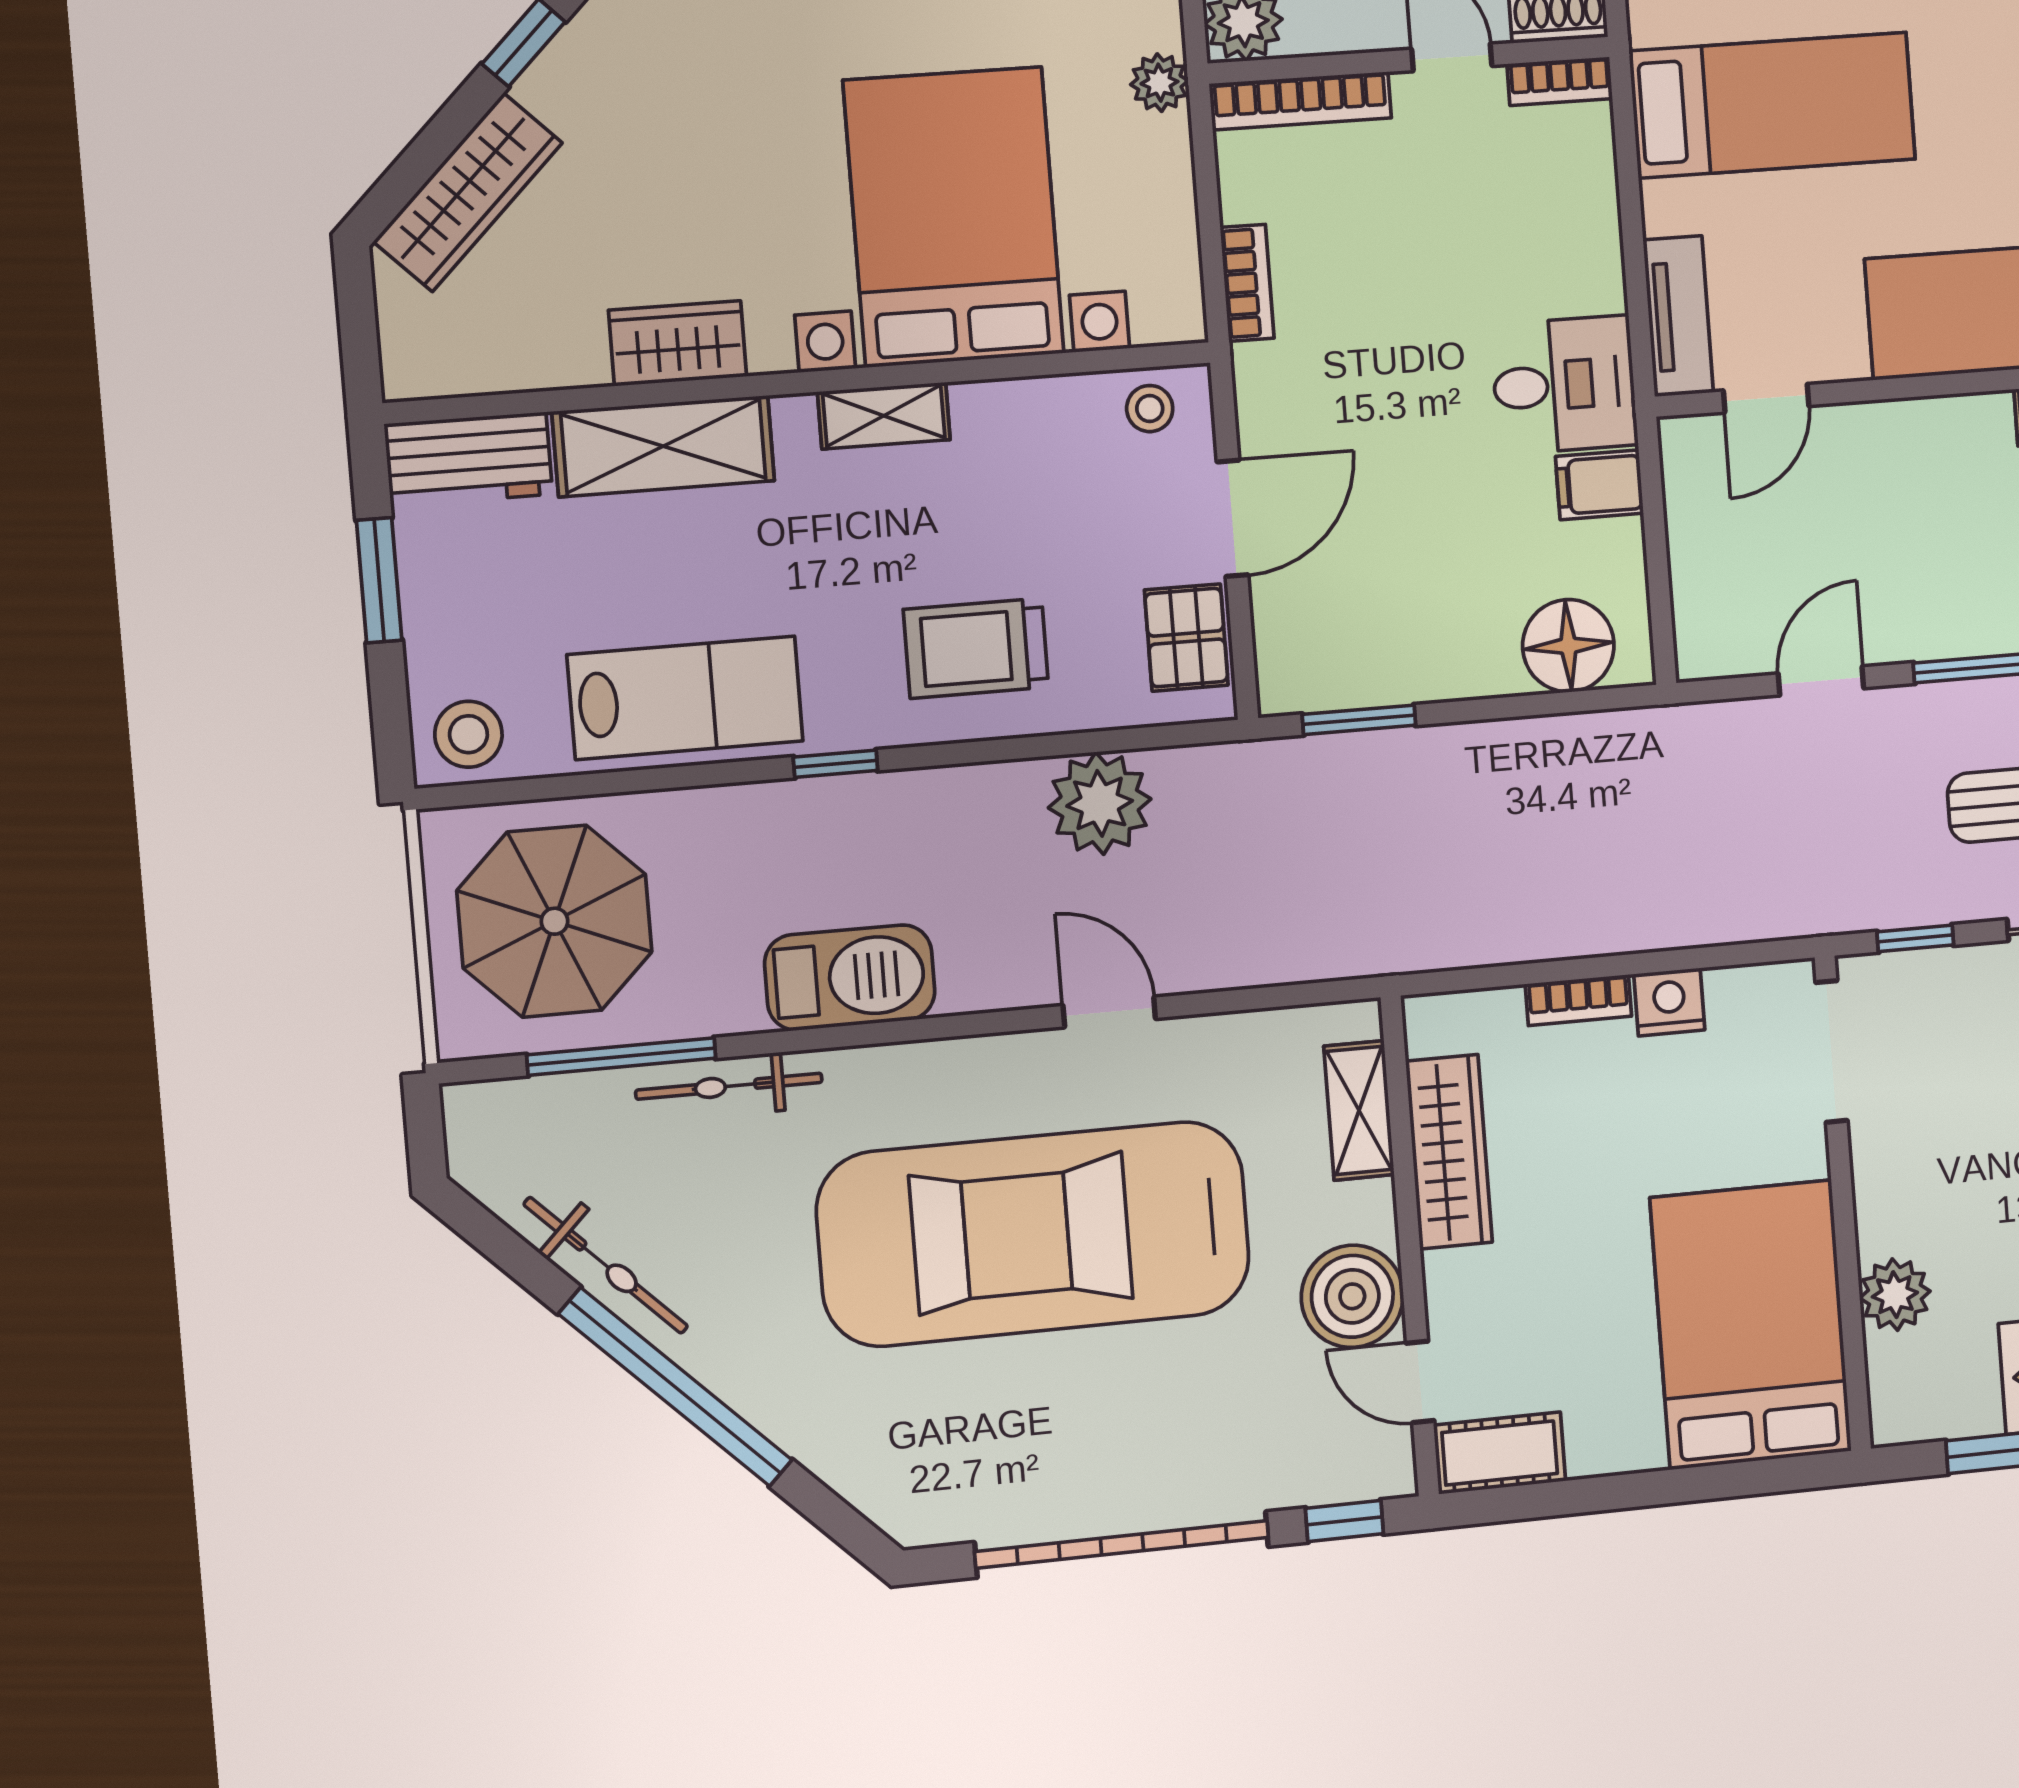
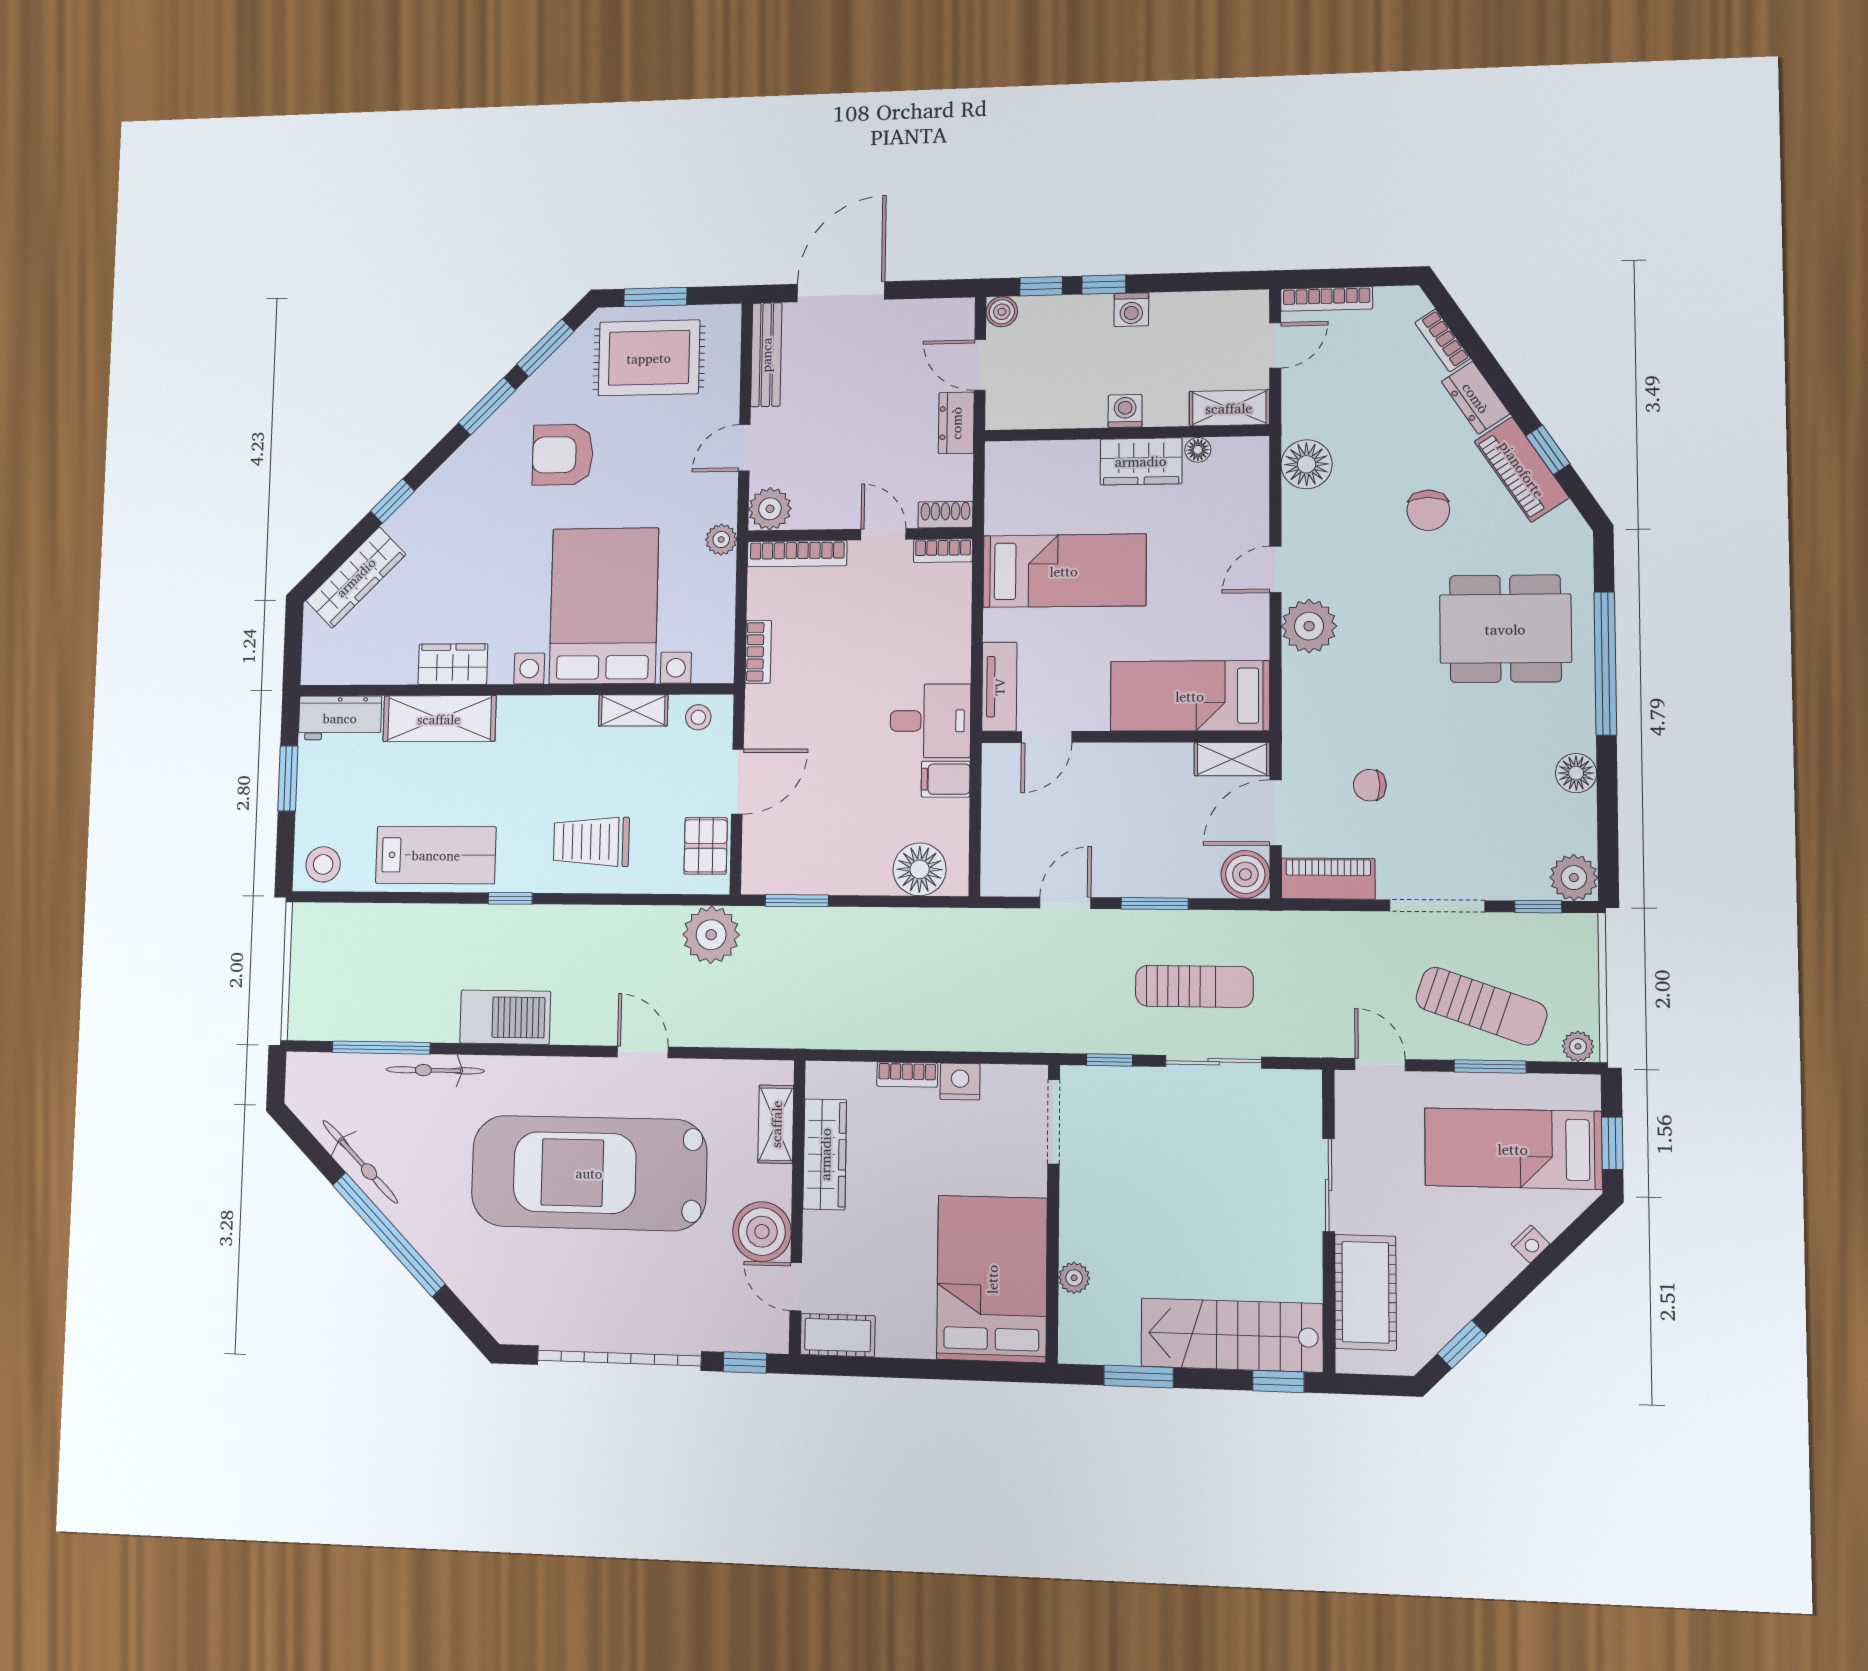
shelving: (884, 416) -> (633, 710), moved
plant: (1100, 803) -> (711, 935), moved
parasol: (554, 921) -> (355, 970), removed
plant: (1895, 1295) -> (1074, 1278), width x0.73, depth x0.73

